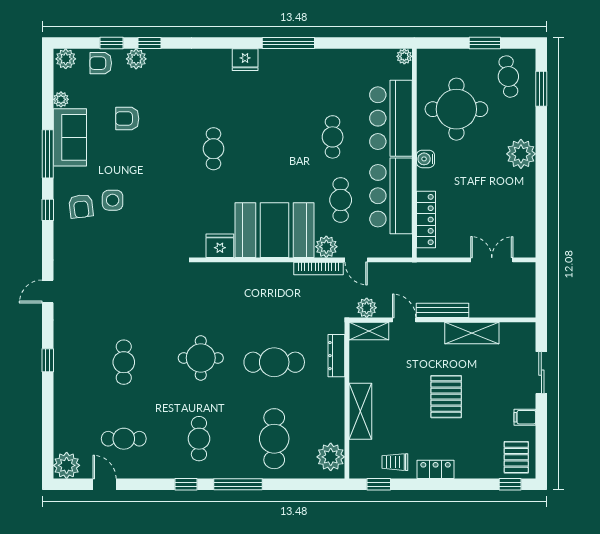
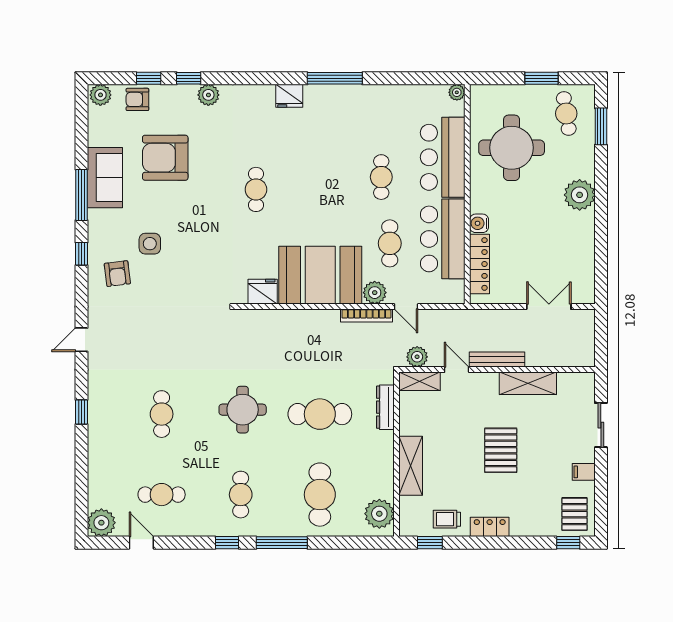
plant: (136, 59) -> (208, 95), moved
plant: (61, 99) -> (96, 138), removed
armchair: (127, 119) -> (165, 158), width x1.88, depth x1.88
water cooler: (425, 159) -> (479, 223), moved
armchair: (81, 206) -> (117, 274), moved

